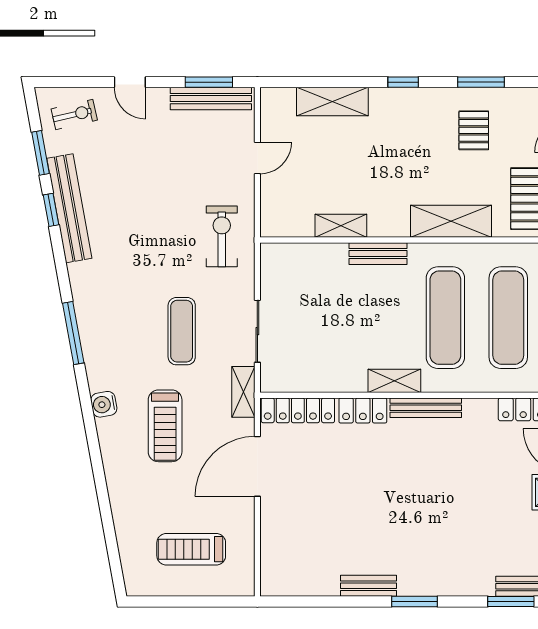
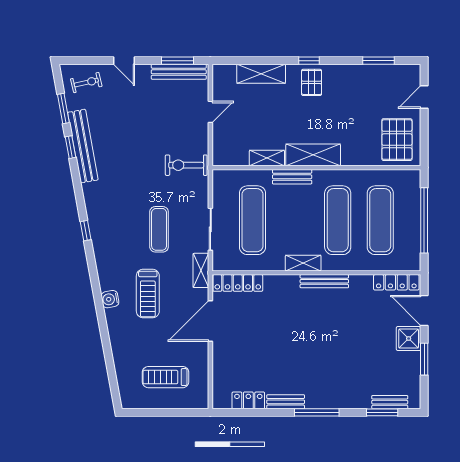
window: (481, 82) -> (378, 61), moved
pallet: (474, 130) -> (312, 82), moved
shelving: (451, 221) -> (313, 155), moved
exercise bike: (222, 236) -> (186, 165), turned -90
exercise mat: (320, 318) -> (252, 220), added
window: (73, 333) -> (86, 231), width x0.46
water cooler: (104, 404) -> (110, 299), moved
locker: (363, 411) -> (248, 400), moved, turned 180
window: (415, 601) -> (317, 412), width x1.44

